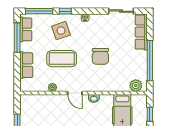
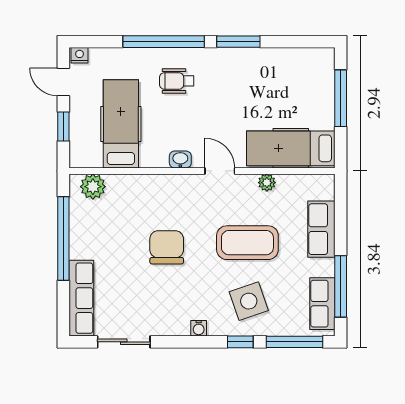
hospital bed: (41, 104) -> (291, 148), added

